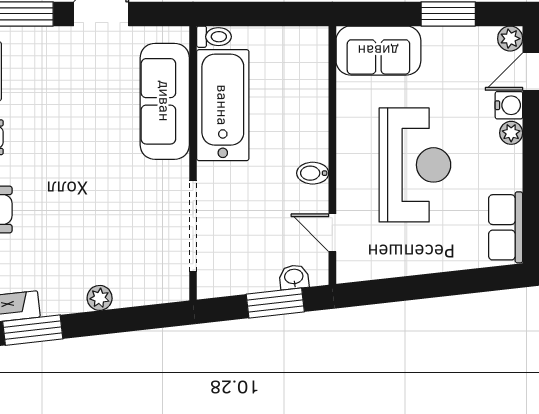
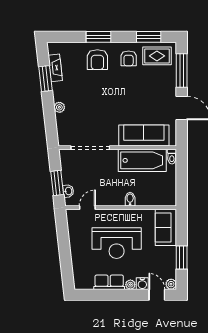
bidet: (313, 173) -> (130, 199), moved
row of seats: (506, 227) -> (109, 282), moved

